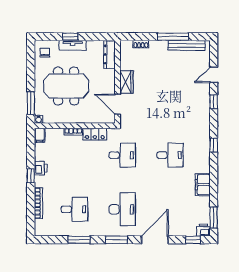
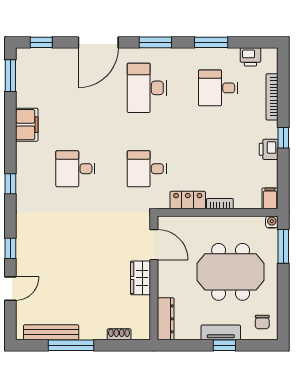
printer: (203, 230) -> (250, 57), moved

